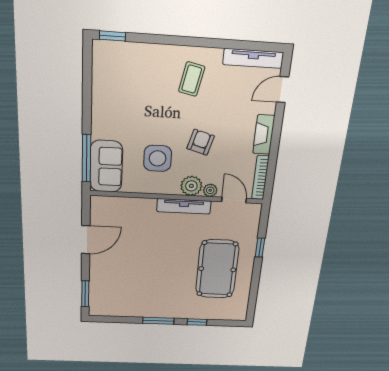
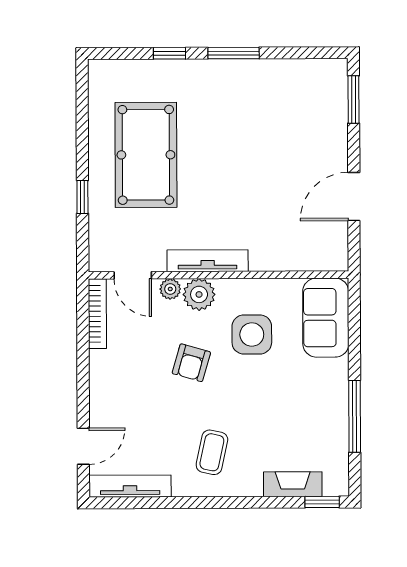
fireplace: (264, 135) -> (293, 484), moved, turned -90
window: (86, 158) -> (355, 416), moved

